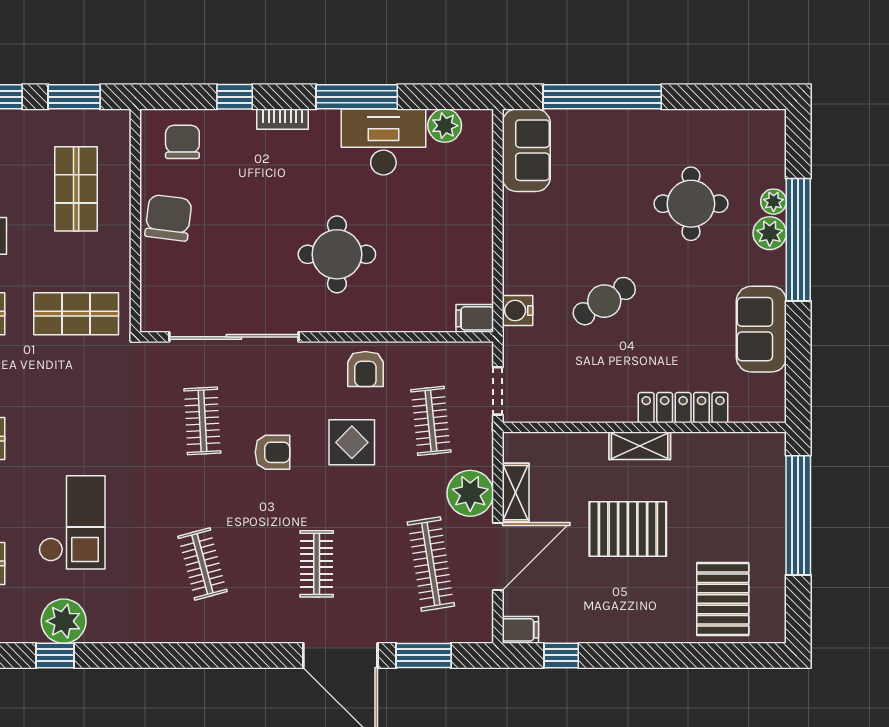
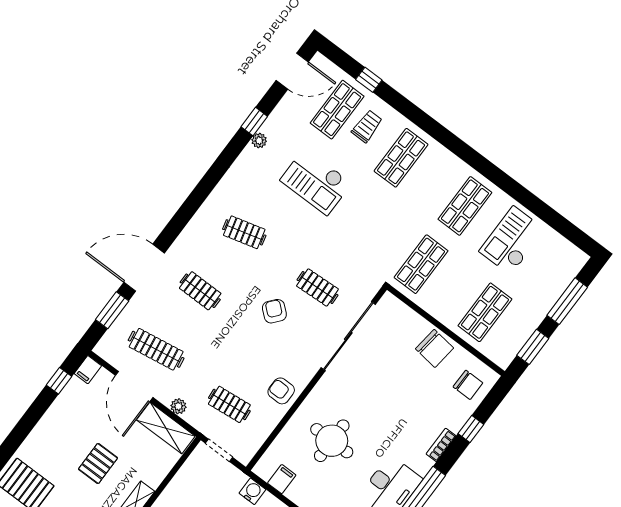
shop shelf: (76, 189) -> (485, 312), turned 90
round table: (337, 254) -> (332, 441), moved
filing cabinet: (475, 318) -> (282, 479), moved
display table: (352, 442) -> (249, 356), removed
armchair: (272, 452) -> (274, 311), turned 130
plant: (470, 493) -> (178, 406), width x0.53, depth x0.53
shelving: (516, 493) -> (166, 428), width x1.50, depth x1.33
pallet: (628, 529) -> (98, 463), width x0.67, depth x0.71
plant: (64, 621) -> (259, 141), width x0.53, depth x0.53

